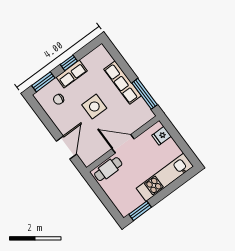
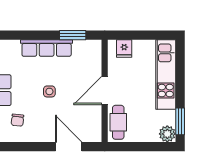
window: (145, 94) -> (73, 35), width x0.69
side table: (94, 107) -> (49, 91), width x0.54, depth x0.54
plant: (125, 208) -> (167, 134), added

